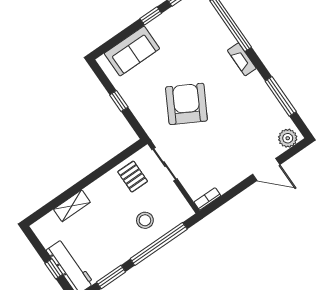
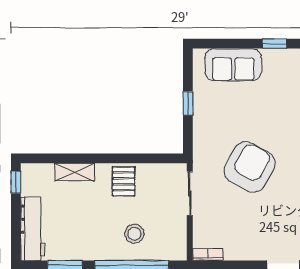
armchair: (186, 104) -> (250, 167), moved
pallet: (133, 177) -> (124, 181), moved
window: (54, 269) -> (16, 182), moved

